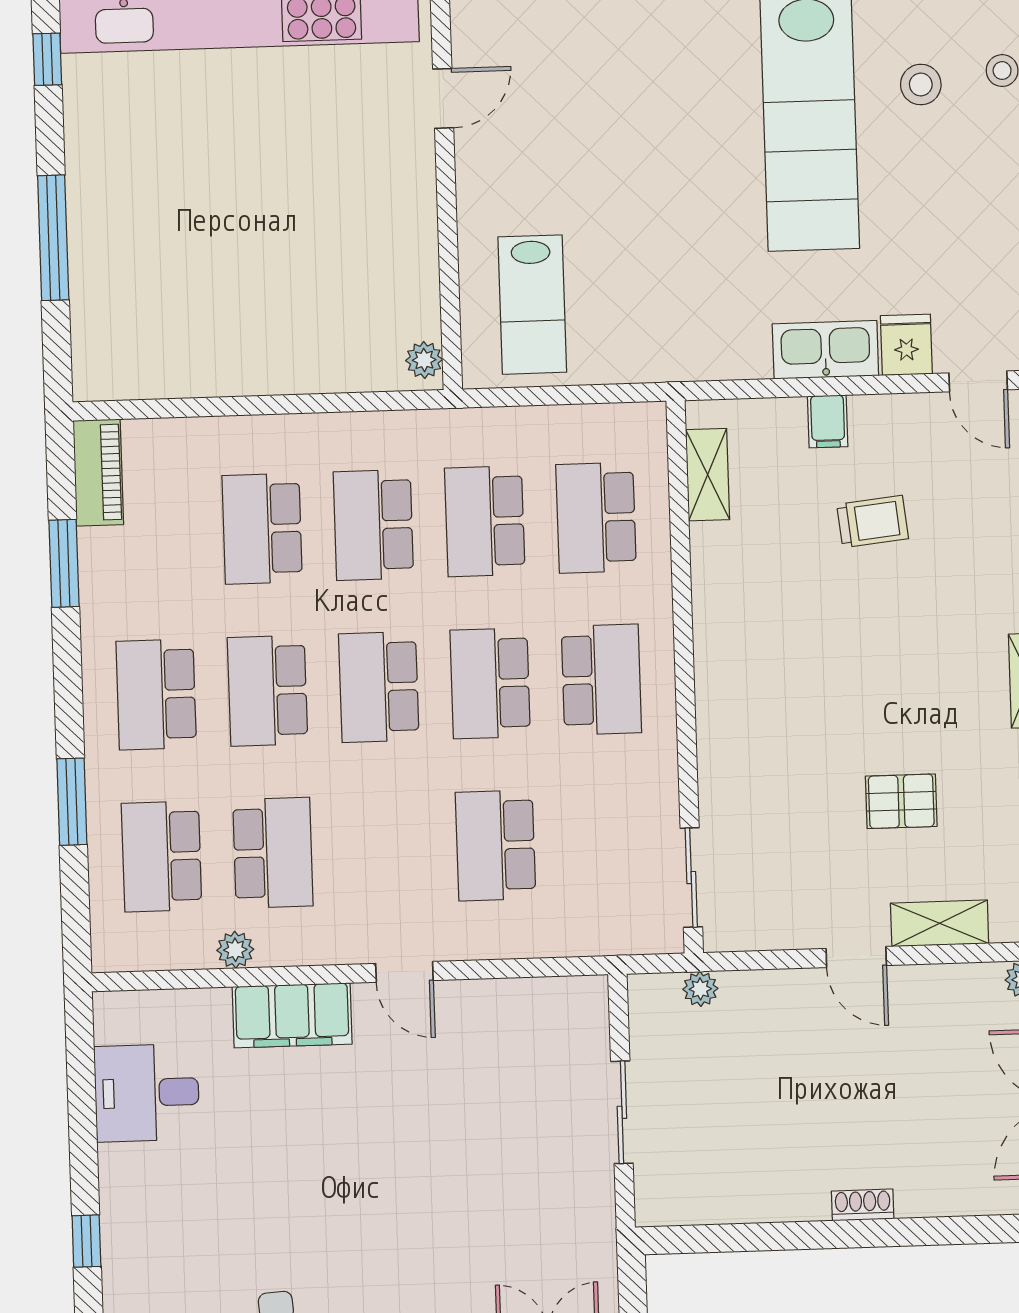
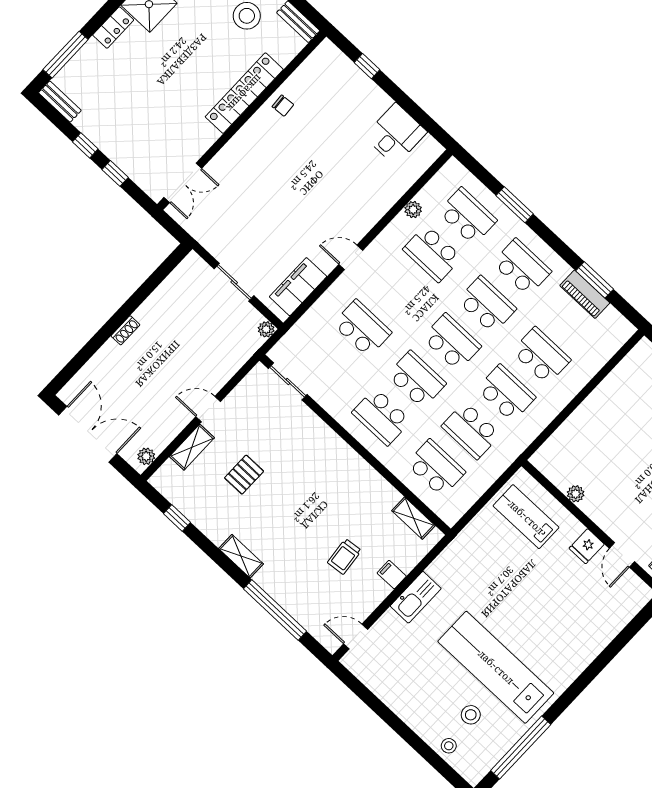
fridge: (906, 345) -> (587, 546), moved, turned 90
plant: (424, 360) -> (576, 494), moved
piano: (98, 472) -> (585, 294), moved
school desk: (485, 521) -> (471, 430), turned 180
plant: (700, 989) -> (266, 329), moved
filing cabinet: (292, 1015) -> (298, 287), moved

